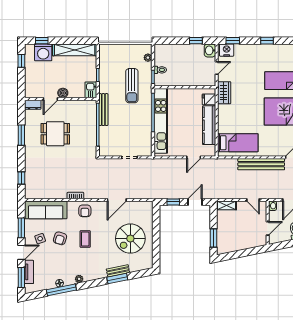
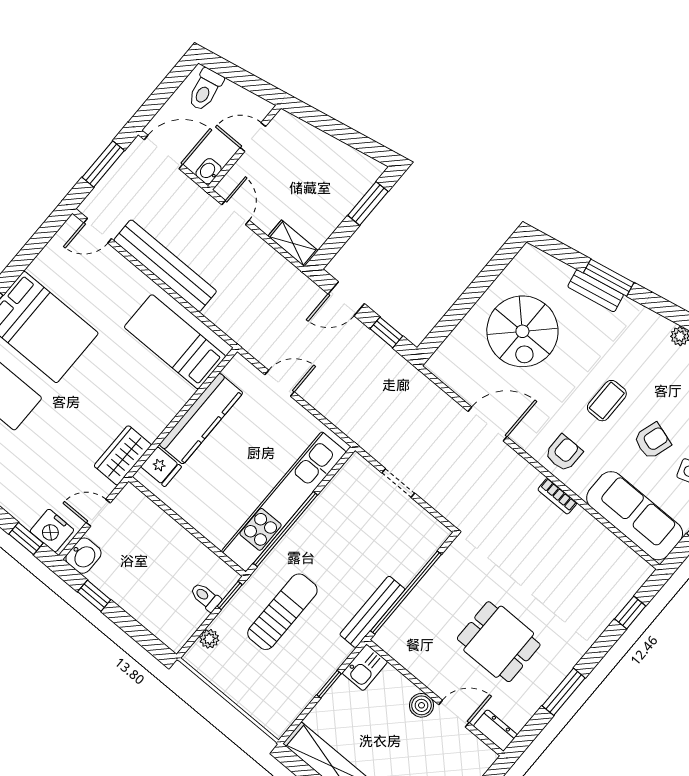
spiral stairs: (130, 239) -> (522, 331), turned 90

